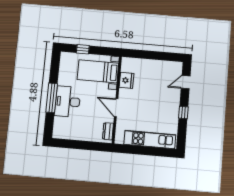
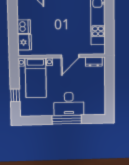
dishwasher: (150, 65) -> (24, 27), added
fridge: (126, 80) -> (25, 42), moved, turned 90

